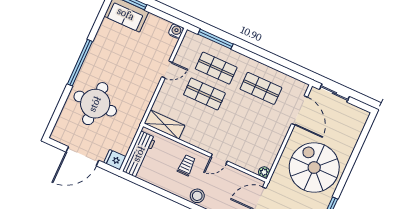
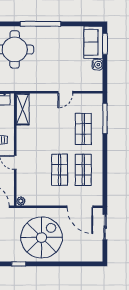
water cooler: (176, 31) -> (97, 65), moved
door: (167, 69) -> (65, 92), hinge flipped
shop shelf: (204, 94) -> (60, 170), moved
door: (299, 110) -> (80, 207), hinge flipped

